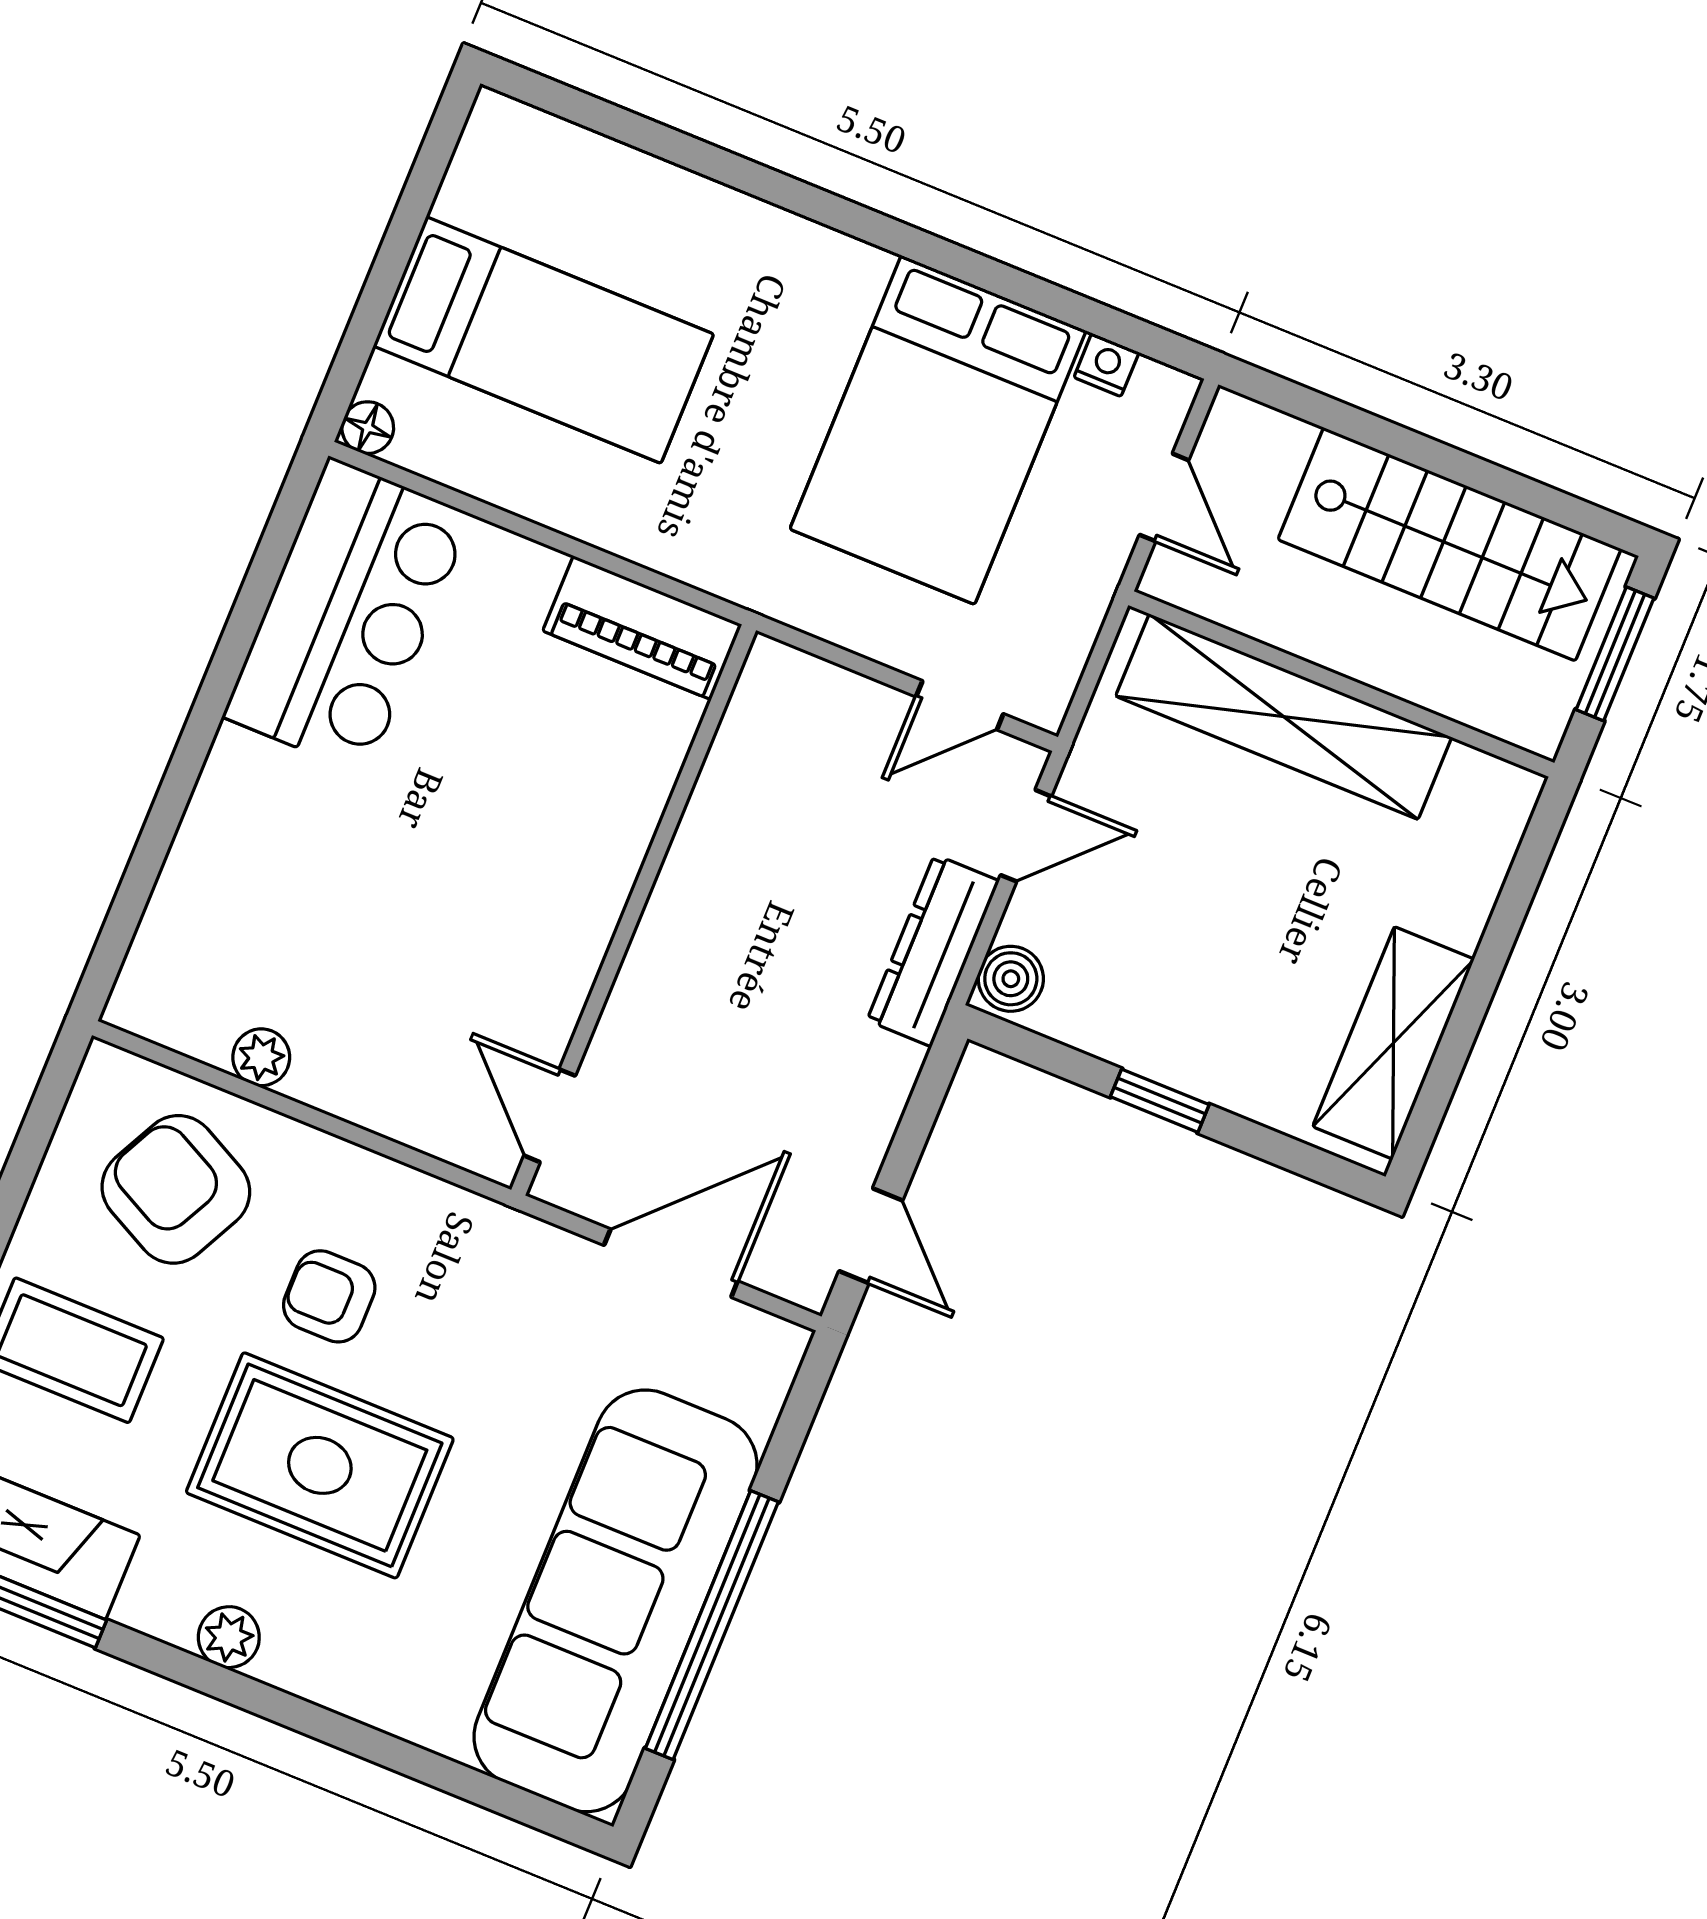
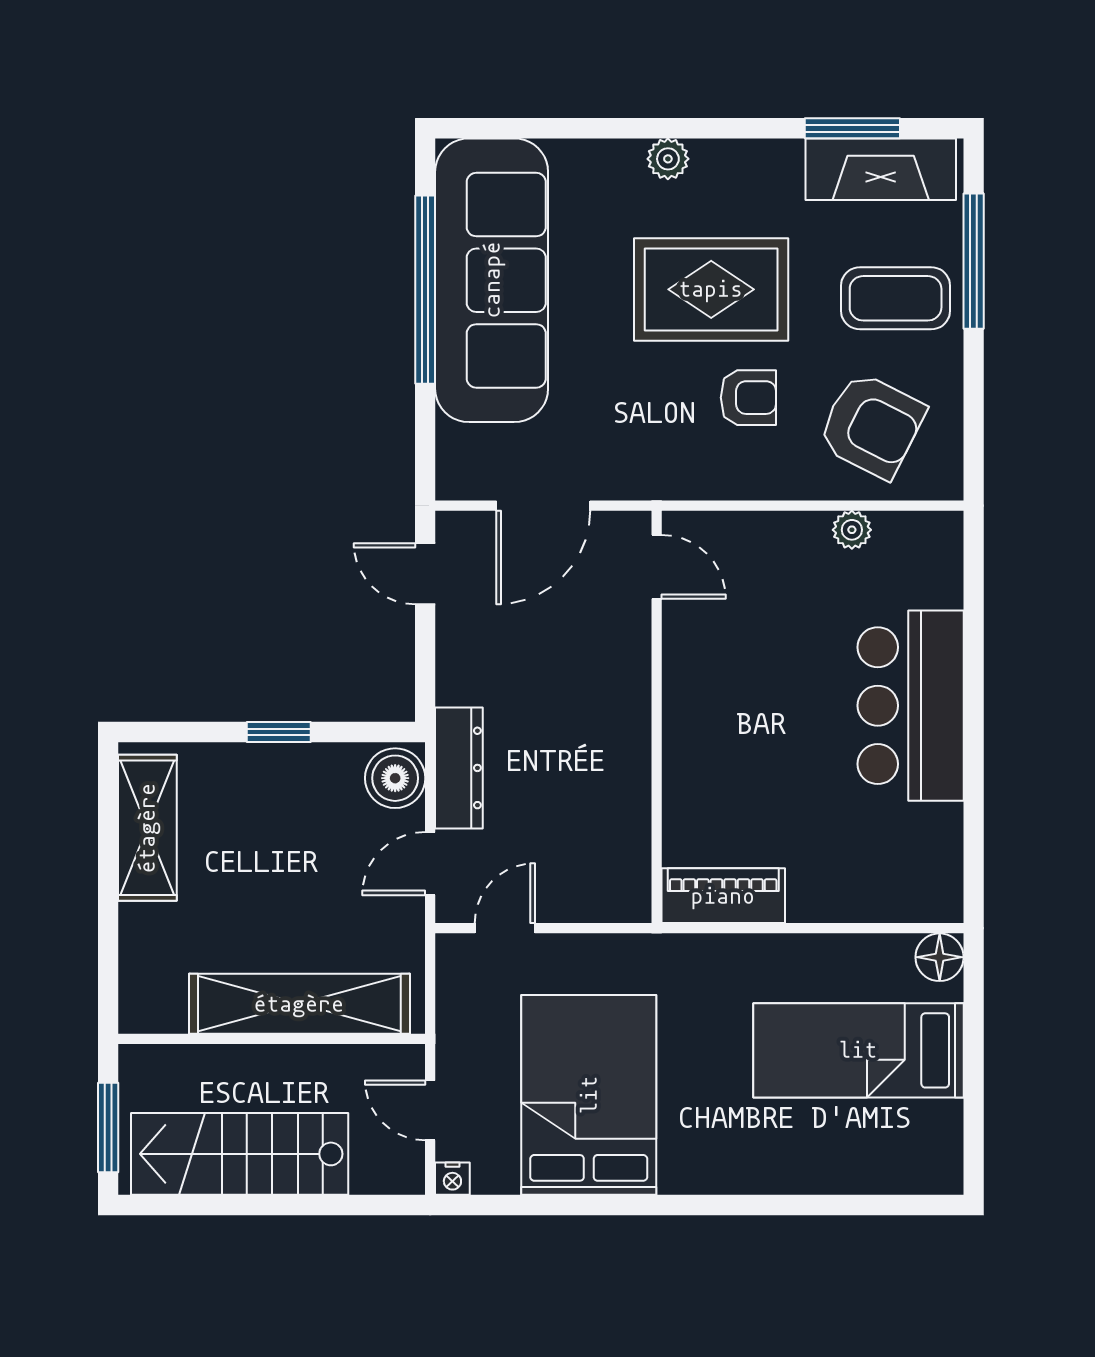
nightstand: (1106, 365) -> (452, 1179), moved
floor lamp: (368, 428) -> (940, 957), width x1.37, depth x1.37
bar counter: (348, 616) -> (911, 706), moved
boiler: (1011, 979) -> (395, 778), width x1.36, depth x1.36
plant: (229, 1637) -> (668, 159), moved

